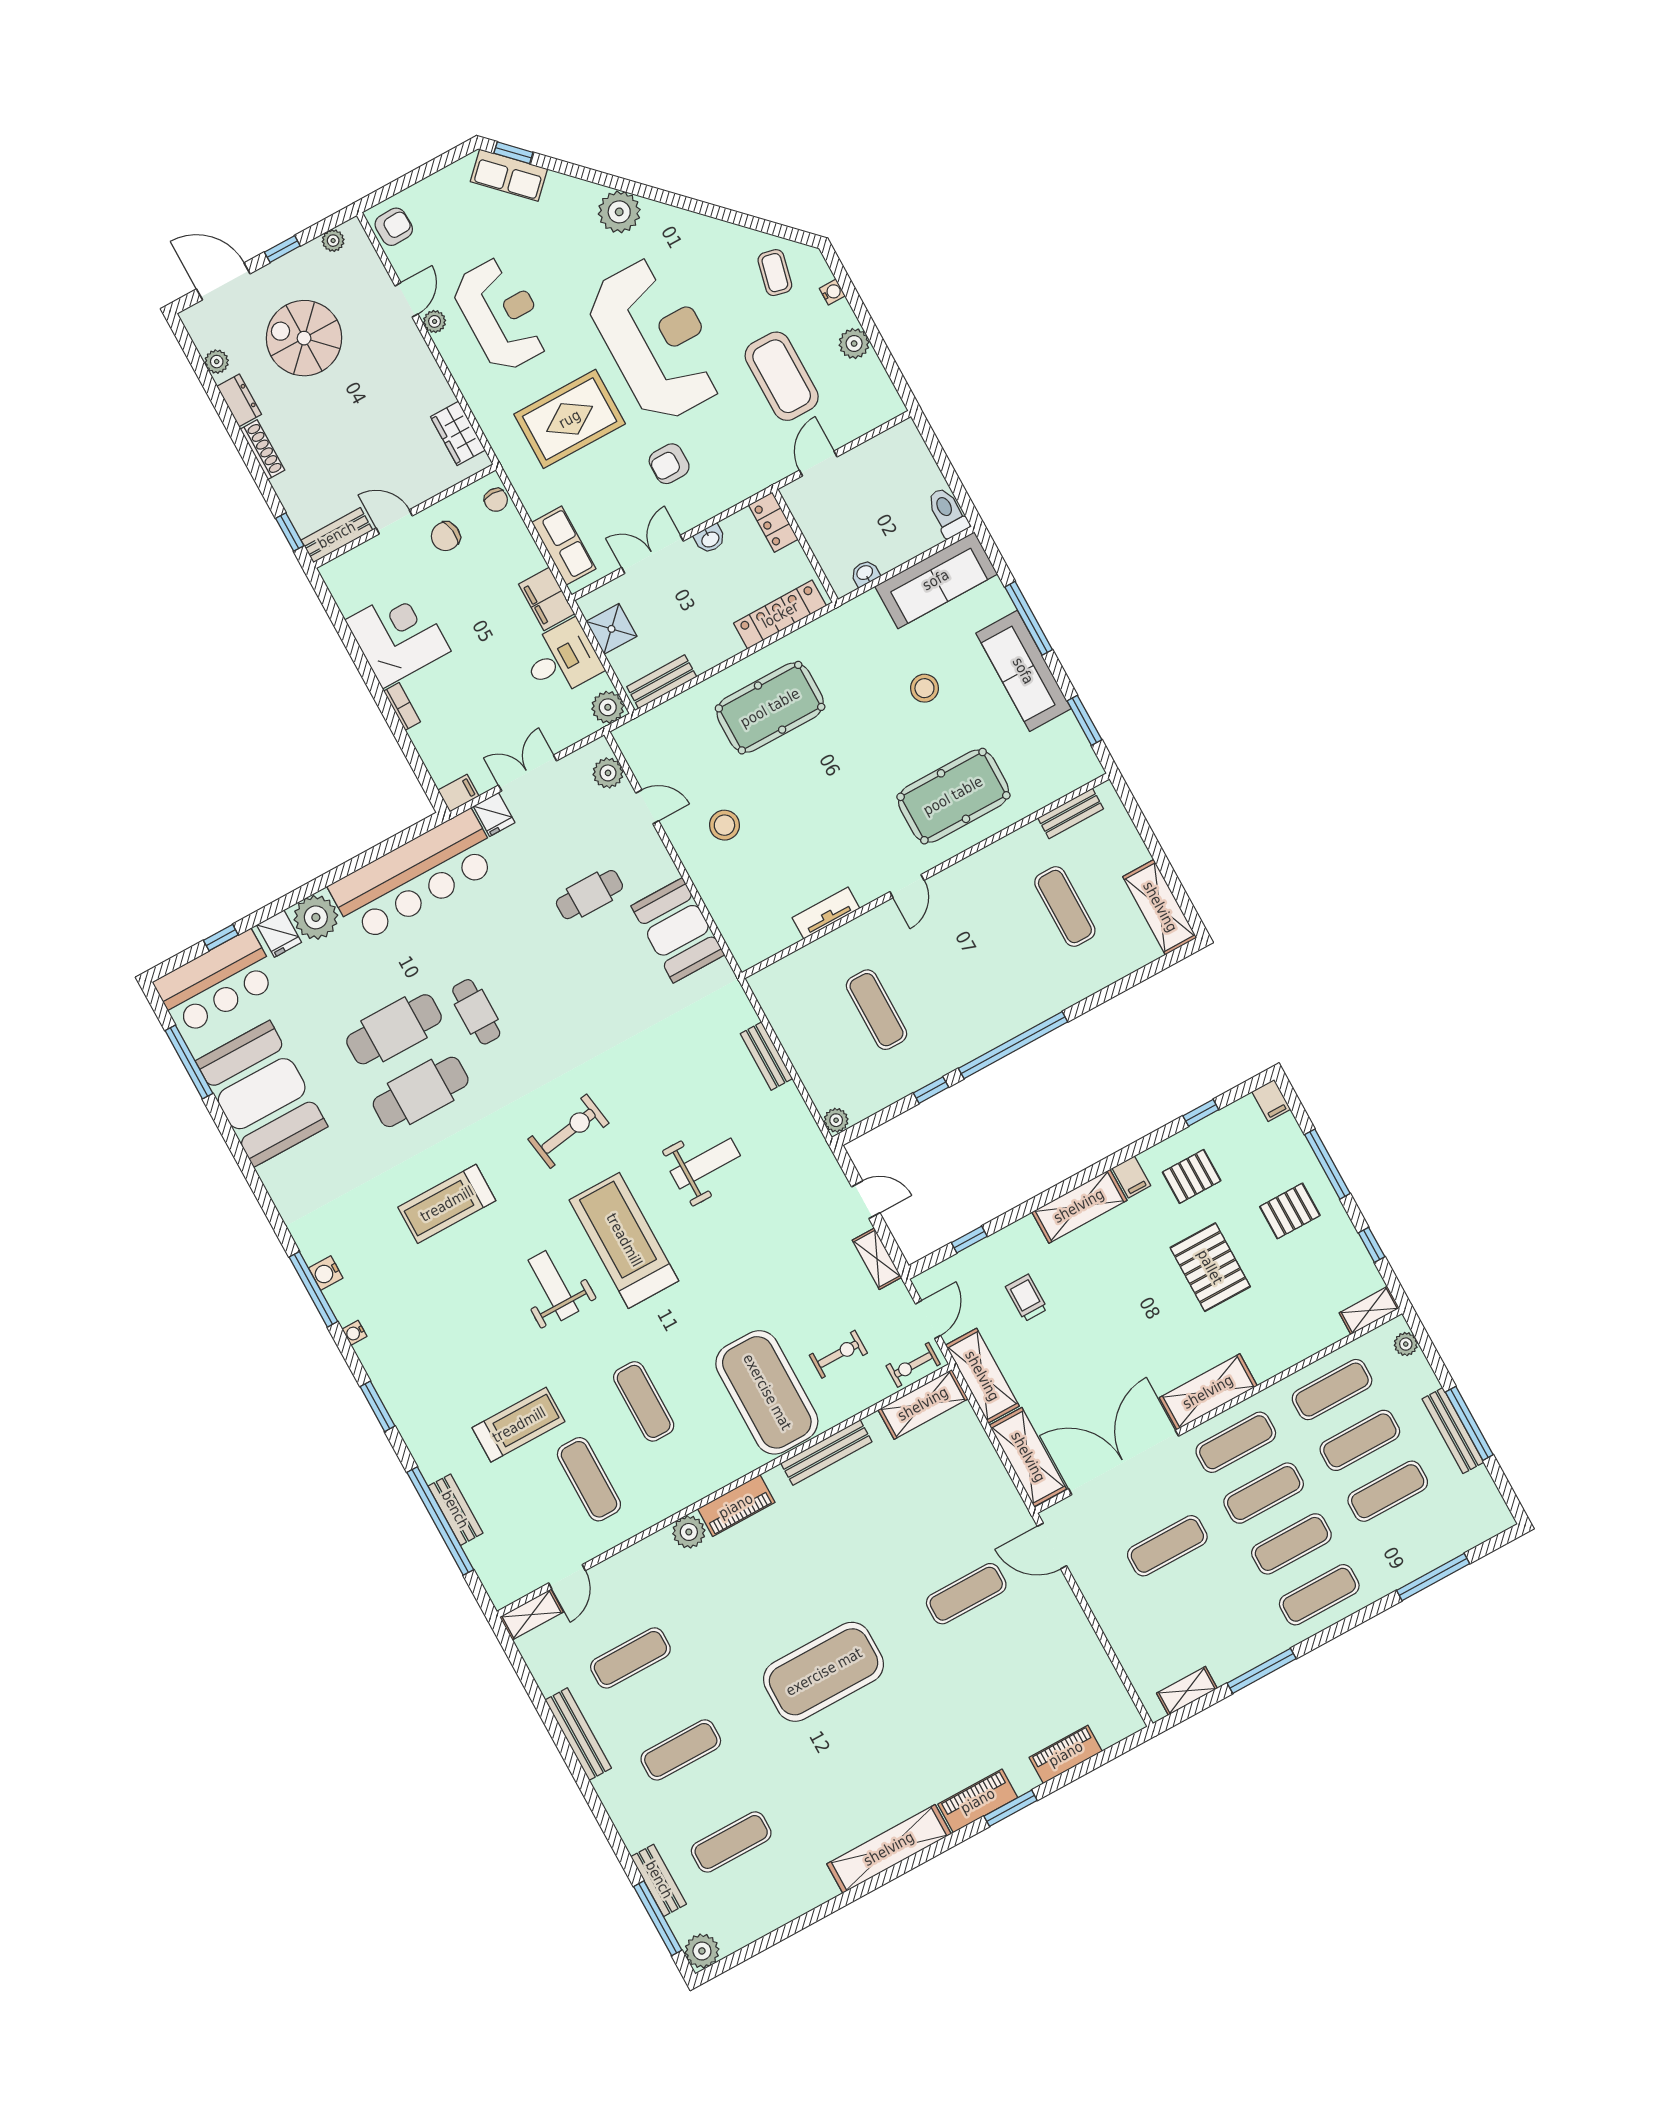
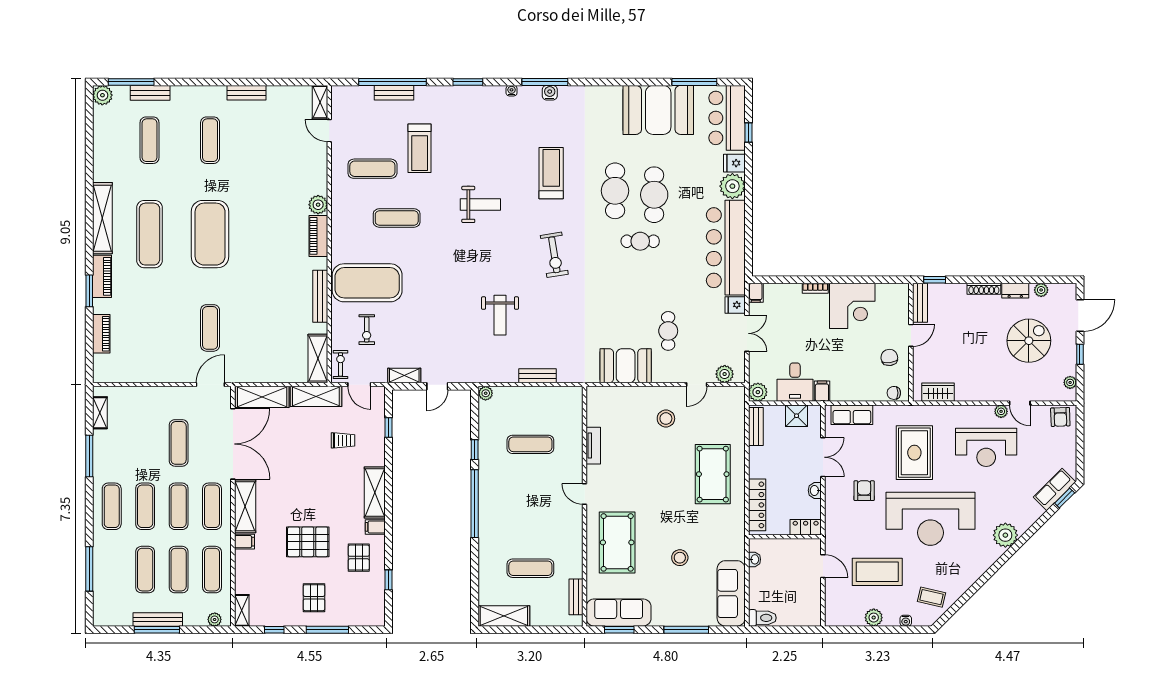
filing cabinet: (547, 599) -> (822, 391), width x0.50
sofa: (1023, 671) -> (619, 613), moved
filing cabinet: (1271, 1100) -> (244, 542), moved, turned 180
treadmill: (624, 1240) -> (484, 253), removed
exercise mat: (630, 1658) -> (150, 234), moved, width x1.36, depth x1.45
bench: (578, 1734) -> (246, 93), width x0.73

